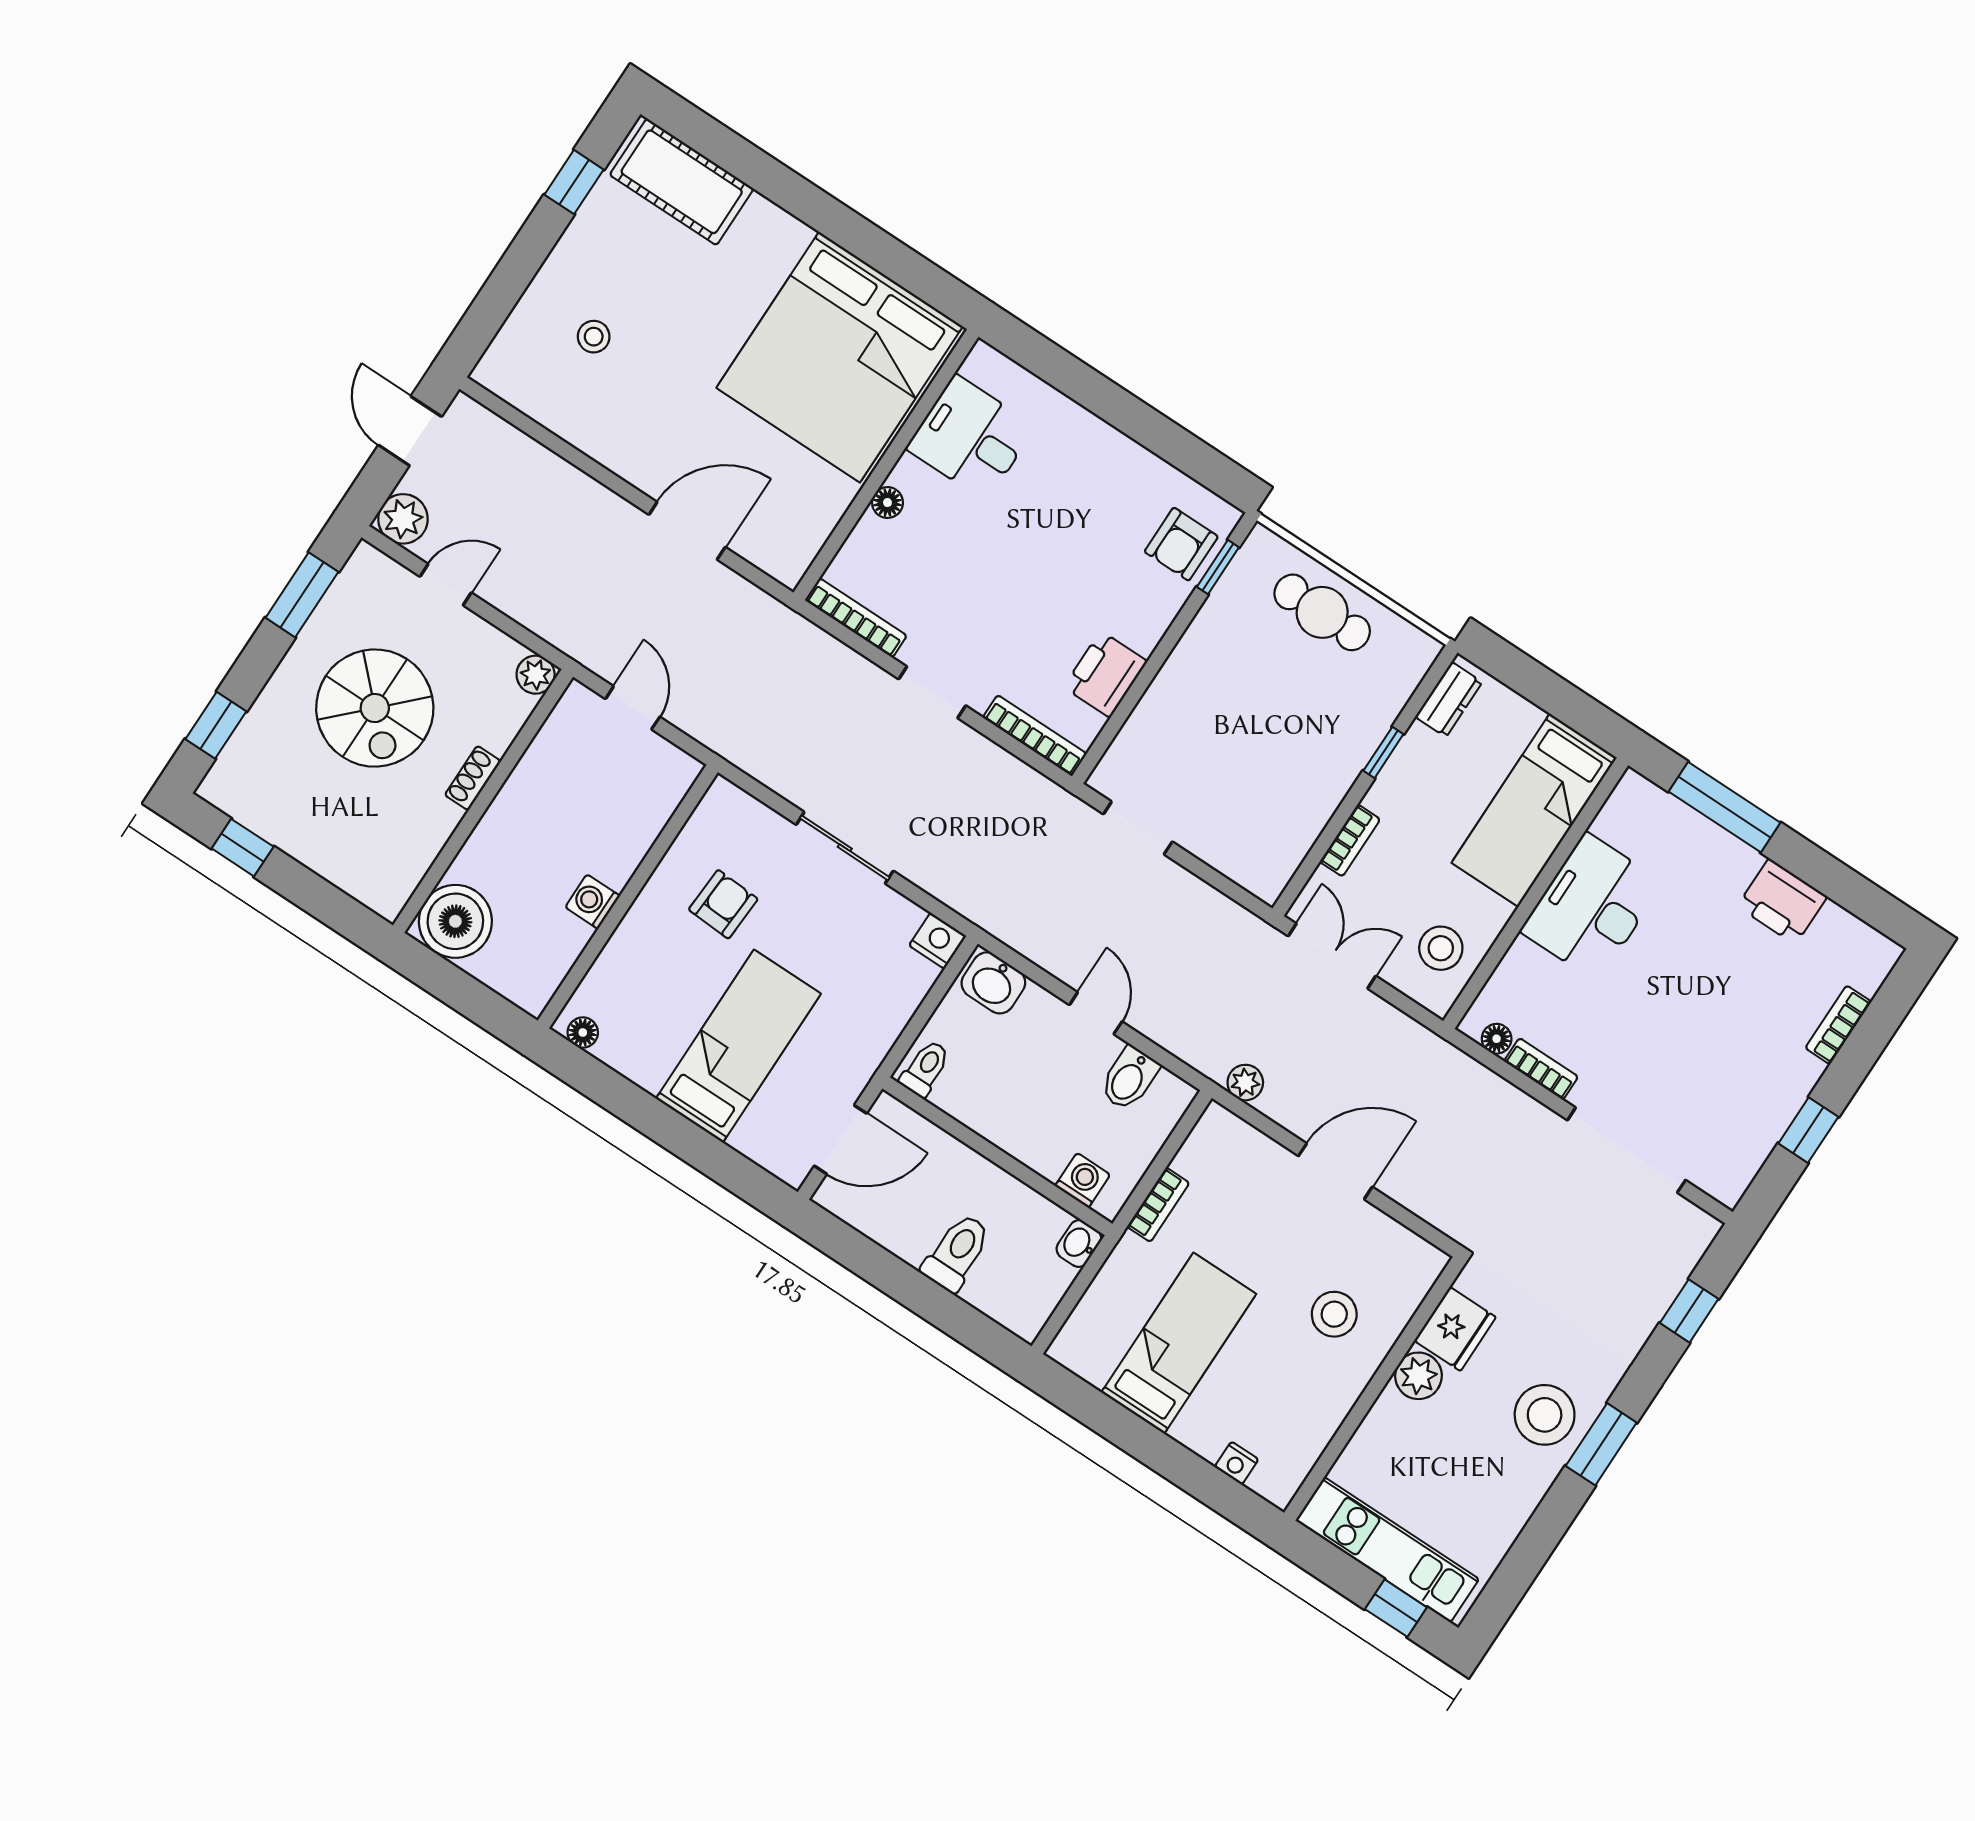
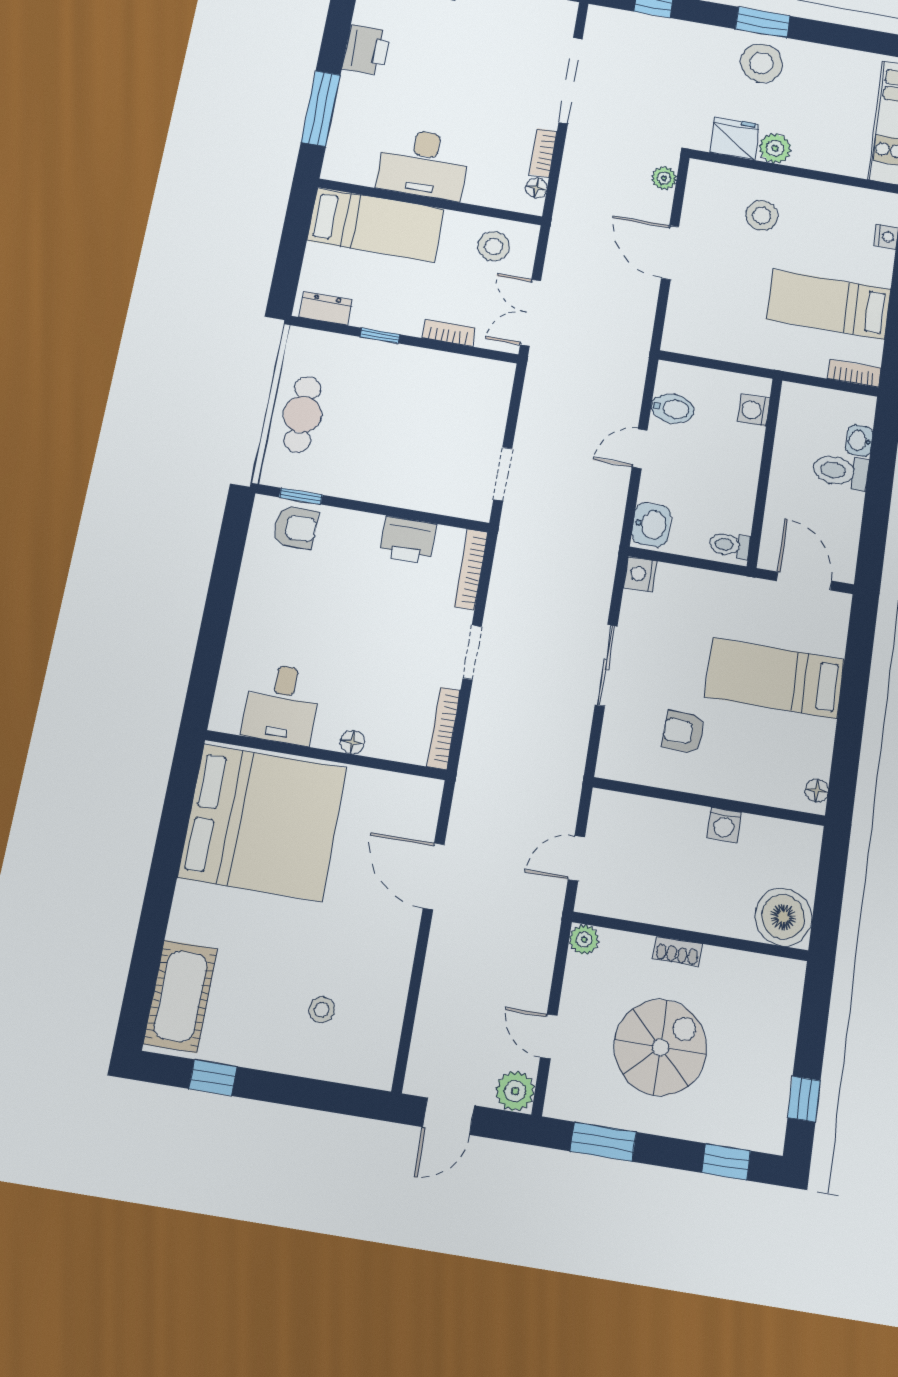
plant: (1245, 1083) -> (664, 178), moved
bookcase: (1158, 1205) -> (854, 373), moved
washbasin: (1079, 1244) -> (859, 441), moved, turned 90

